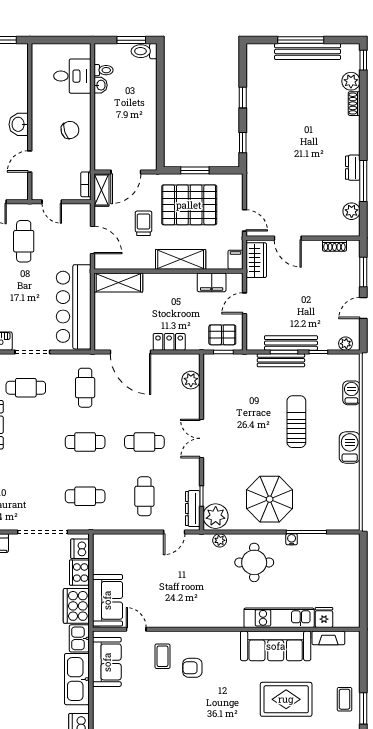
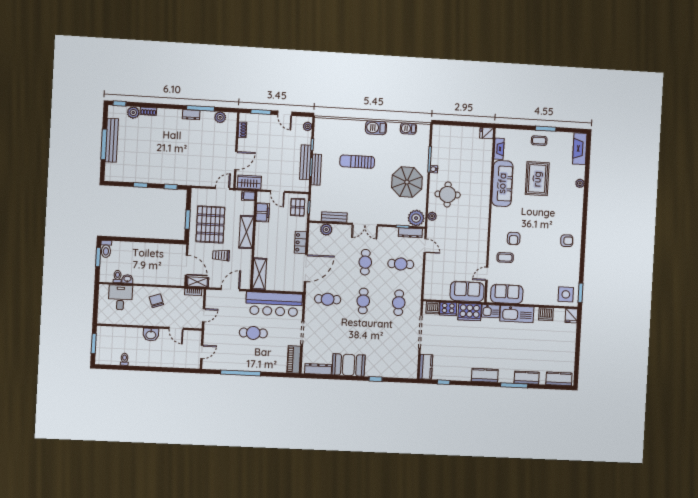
cafe table: (24, 241) -> (253, 333), moved
cafe table: (26, 388) -> (326, 338), removed
bench: (210, 391) -> (334, 217), added
barbecue: (351, 393) -> (408, 128), moved
fridge: (324, 617) -> (487, 133), moved
kitchen unit: (279, 618) -> (484, 180), removed

